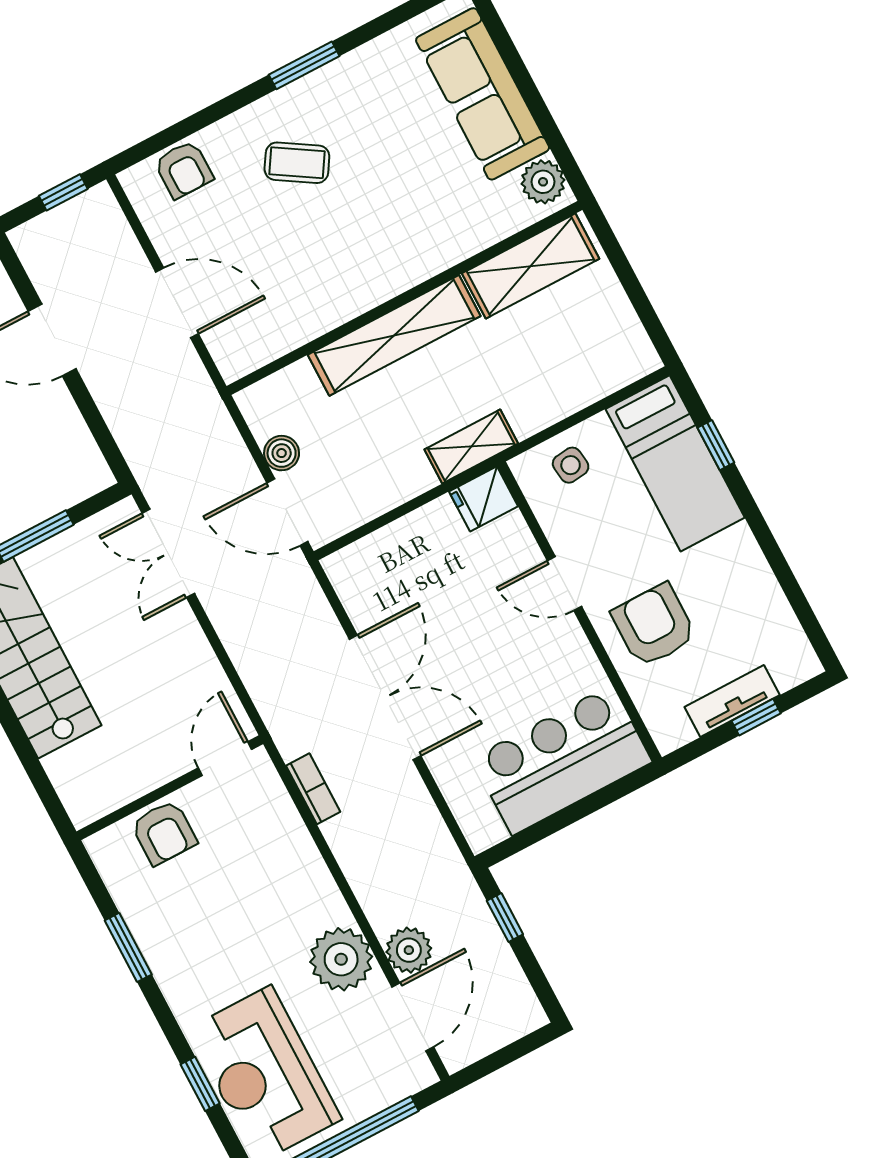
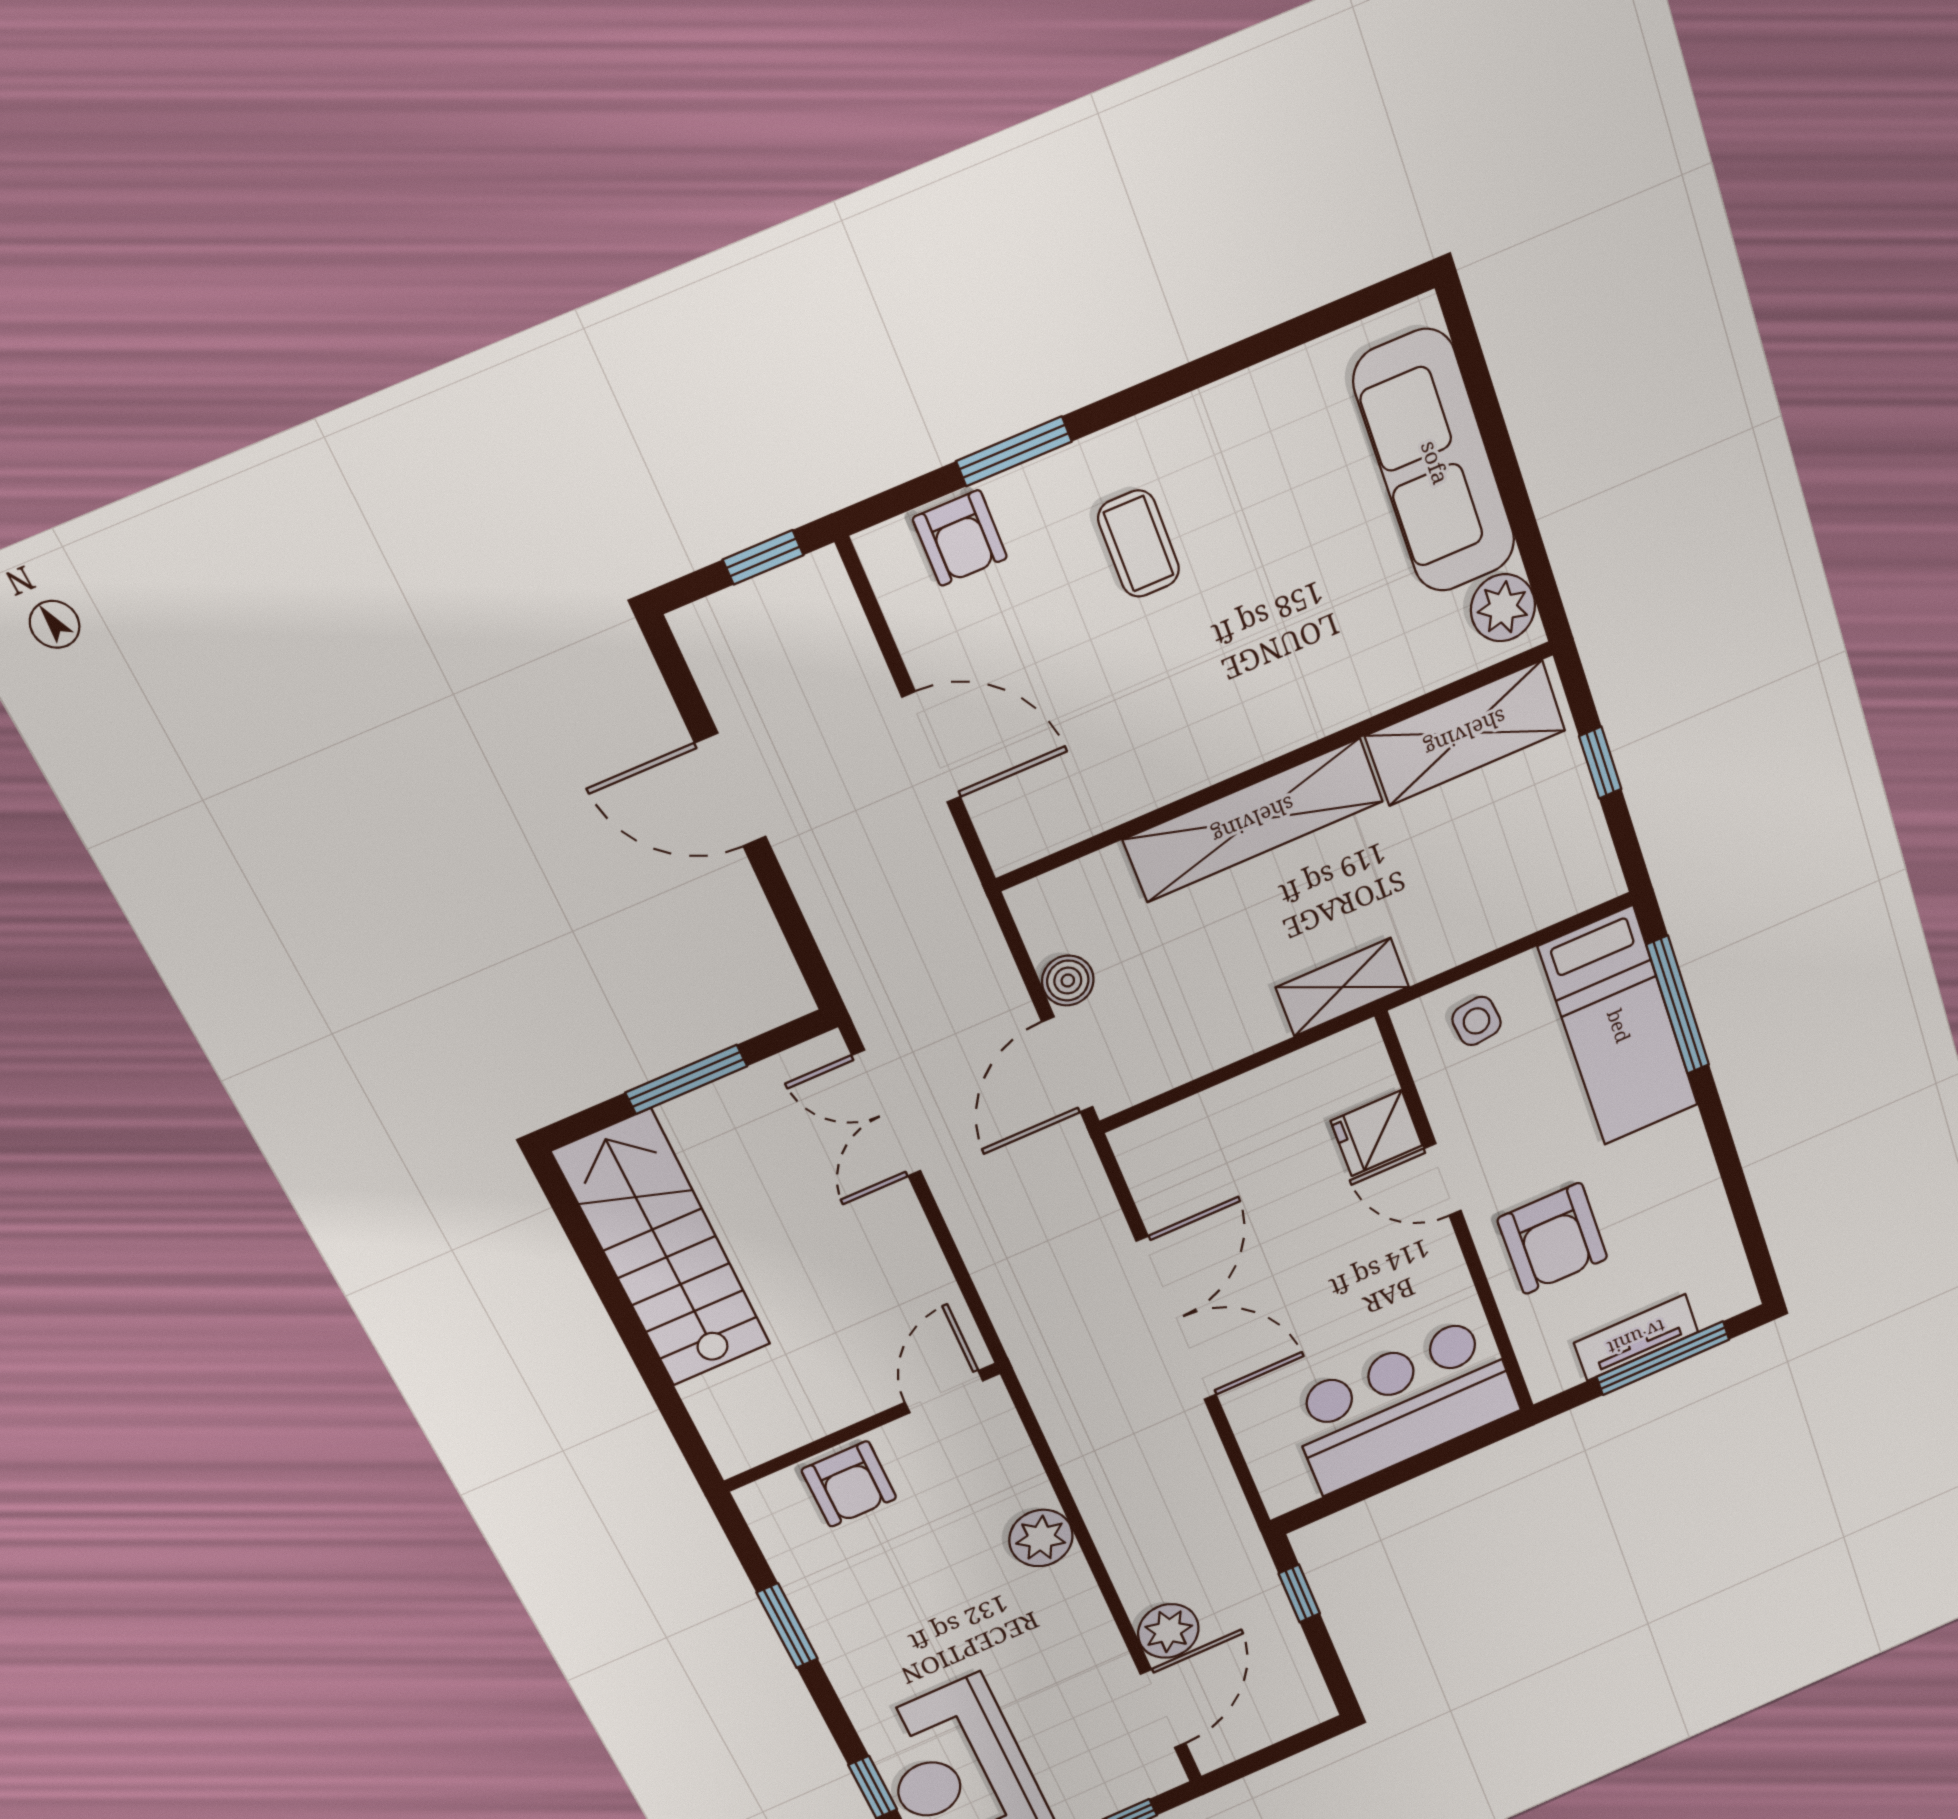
window: (304, 65) -> (1014, 451), moved
coffee table: (297, 163) -> (1139, 544), turned 58
window: (628, 279) -> (1600, 763), added
window: (716, 445) -> (1678, 1005), width x2.17
fridge: (484, 499) -> (1377, 1133), moved
door: (287, 512) -> (1067, 1065), hinge flipped
armchair: (654, 625) -> (1552, 1239), turned 180
window: (756, 717) -> (1663, 1358), width x2.17
bookcase: (313, 789) -> (1063, 1433), removed
plant: (341, 959) -> (1041, 1538), moved, width x0.73, depth x0.73

